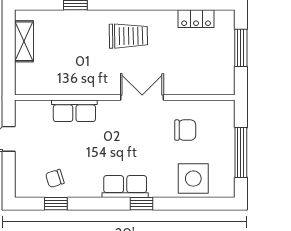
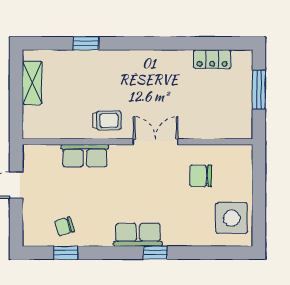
trolley: (128, 36) -> (107, 120), moved, width x0.73, depth x0.72
chair: (185, 130) -> (201, 176), turned 180
window: (241, 153) -> (259, 199), removed
side table: (193, 179) -> (232, 218), moved

